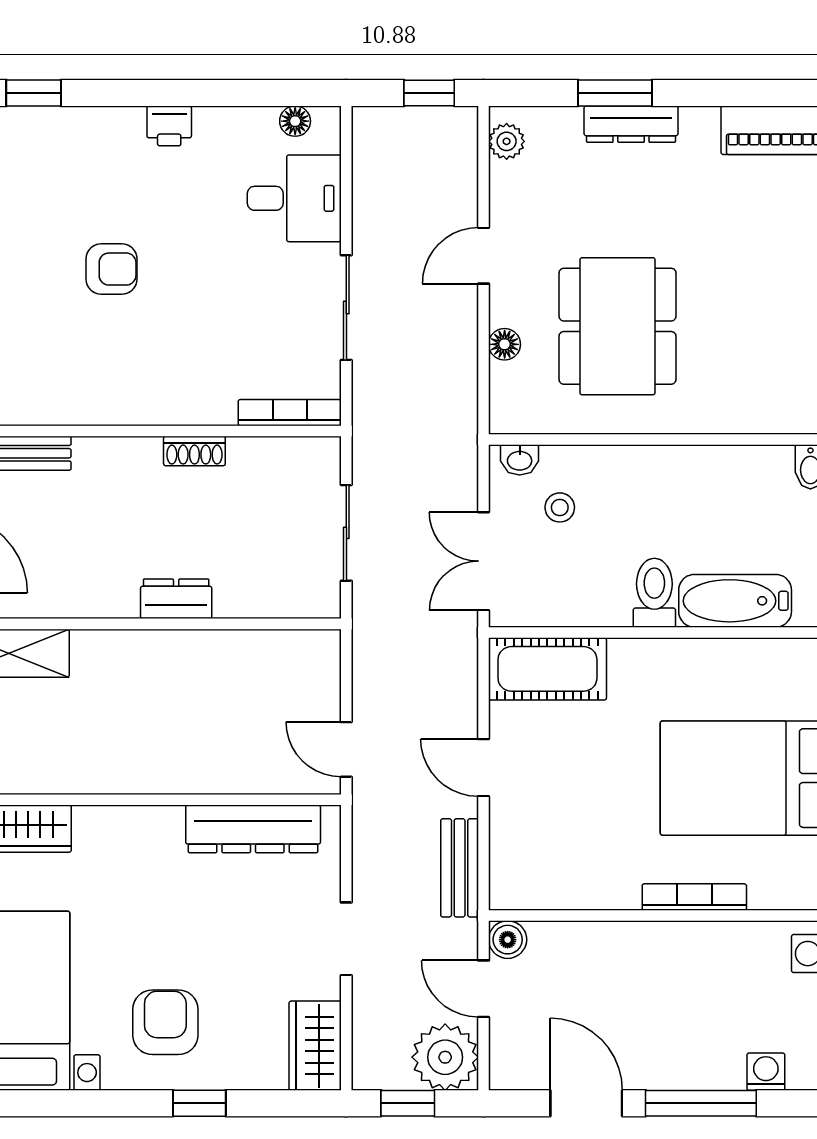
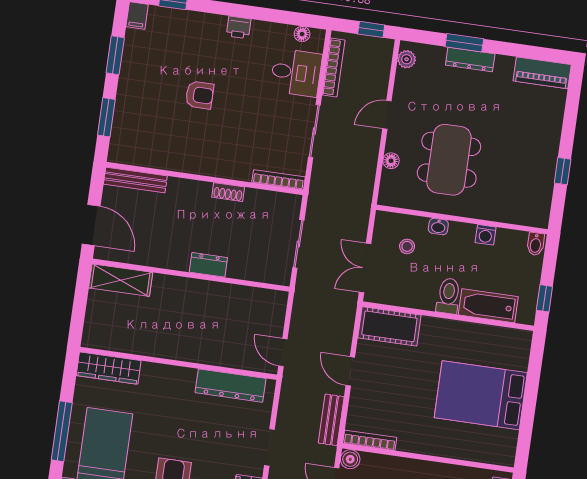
bookcase: (366, 178) -> (334, 68), added
washbasin: (520, 460) -> (438, 227), moved
washing machine: (710, 463) -> (486, 235), added
bookcase: (694, 897) -> (370, 440), moved

